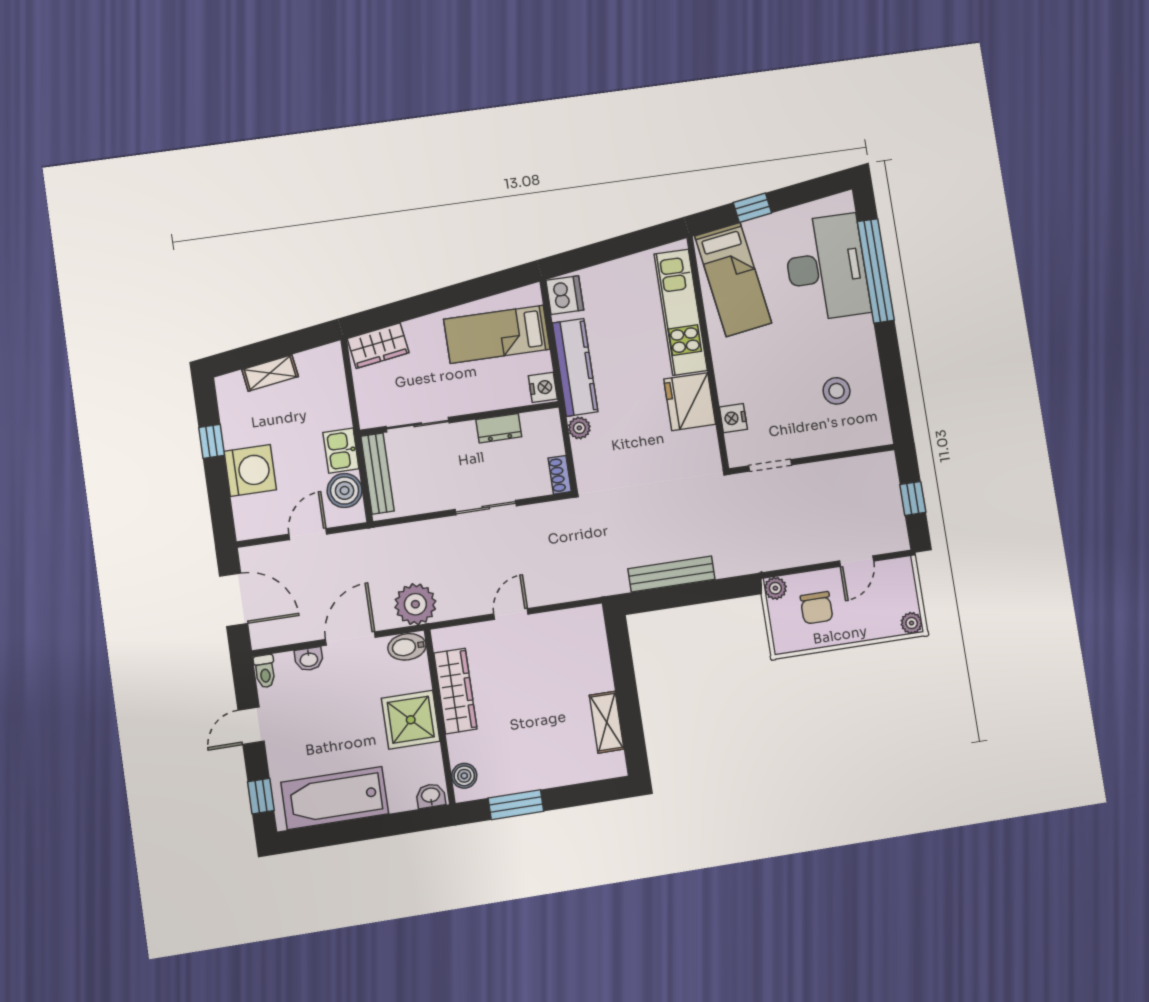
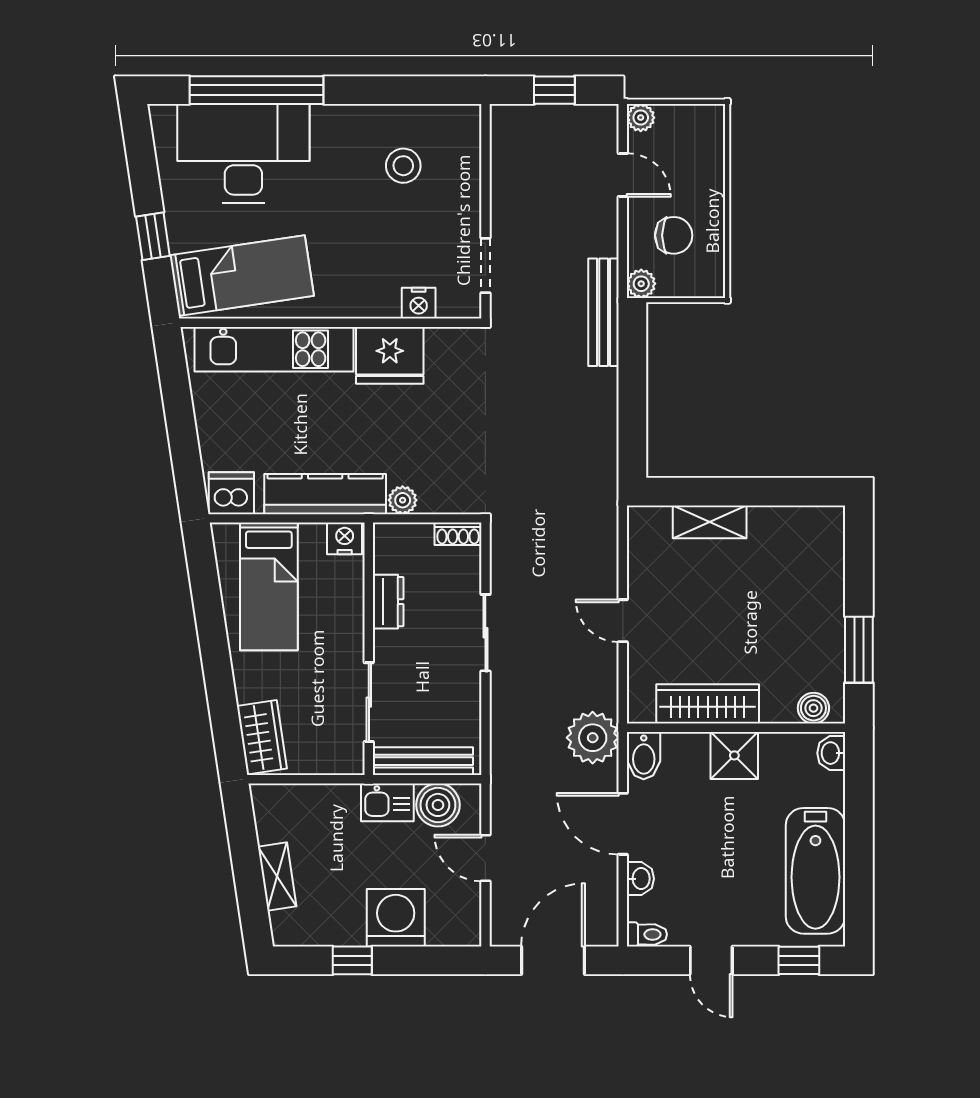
bench: (671, 574) -> (604, 312), moved
plant: (912, 623) -> (641, 118), moved
shower: (411, 720) -> (734, 755), width x0.73, depth x0.73
shelving: (607, 722) -> (710, 522), moved

